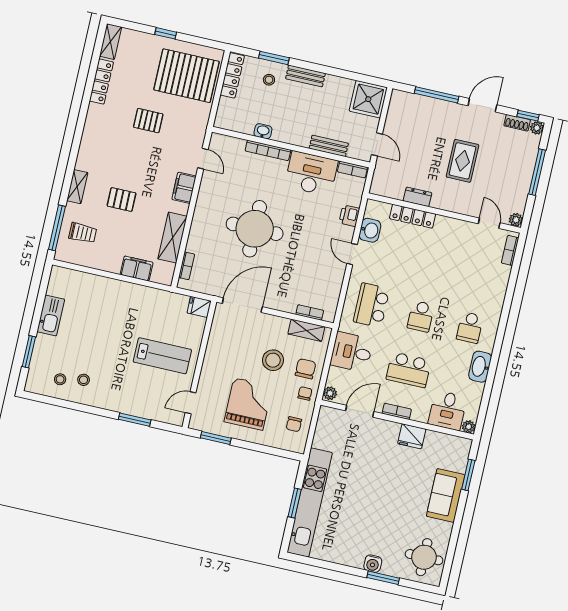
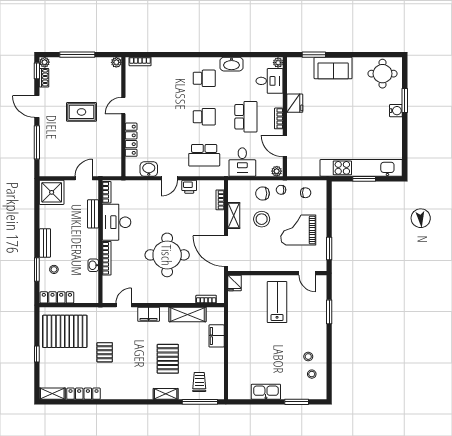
pallet: (187, 76) -> (65, 331), turned 90
dresser: (418, 197) -> (116, 139), removed
pallet: (122, 200) -> (168, 359), width x1.50, depth x1.42
printer: (349, 216) -> (189, 187), moved
door: (489, 223) -> (123, 106), moved
shelving: (306, 330) -> (234, 216), moved

